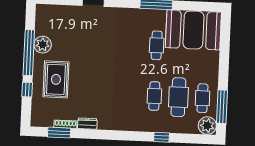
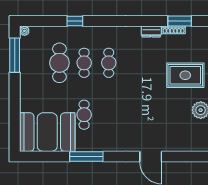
rug: (56, 79) -> (185, 75), turned 90
cafe table: (202, 98) -> (109, 63), moved
plant: (207, 126) -> (24, 31), width x0.53, depth x0.53

